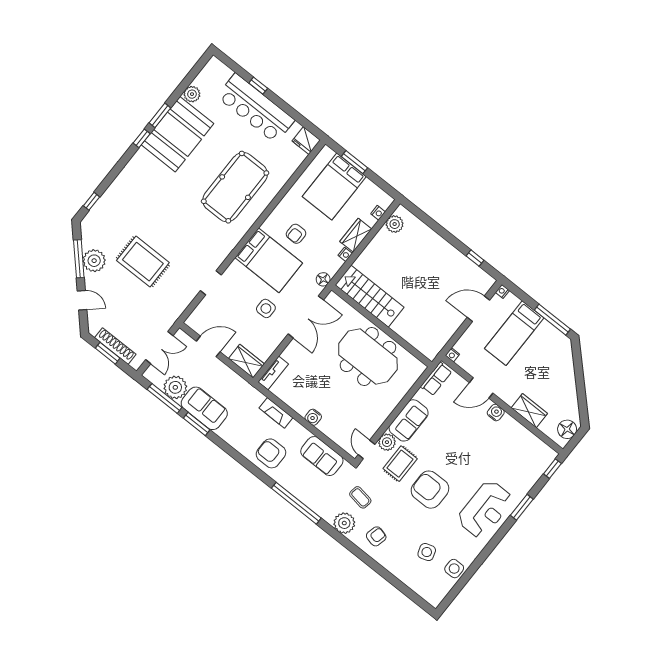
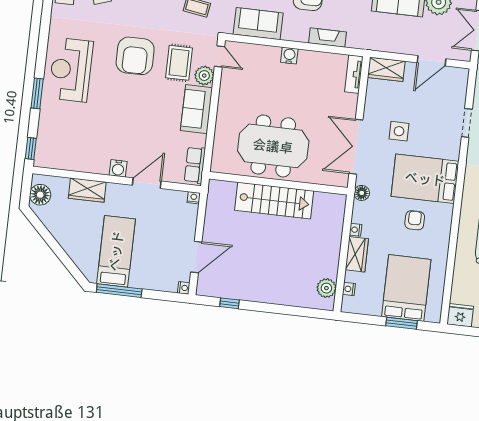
stairs: (370, 296) -> (274, 201), moved
bed: (514, 333) -> (116, 251), moved
armchair: (430, 490) -> (135, 56), turned 90

